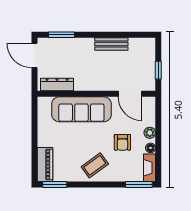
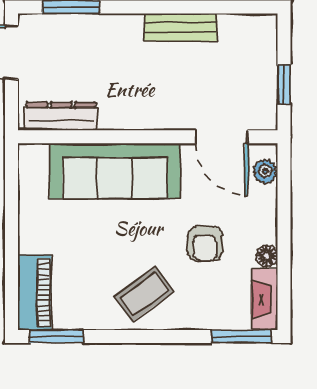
plant: (150, 133) -> (265, 171), moved

